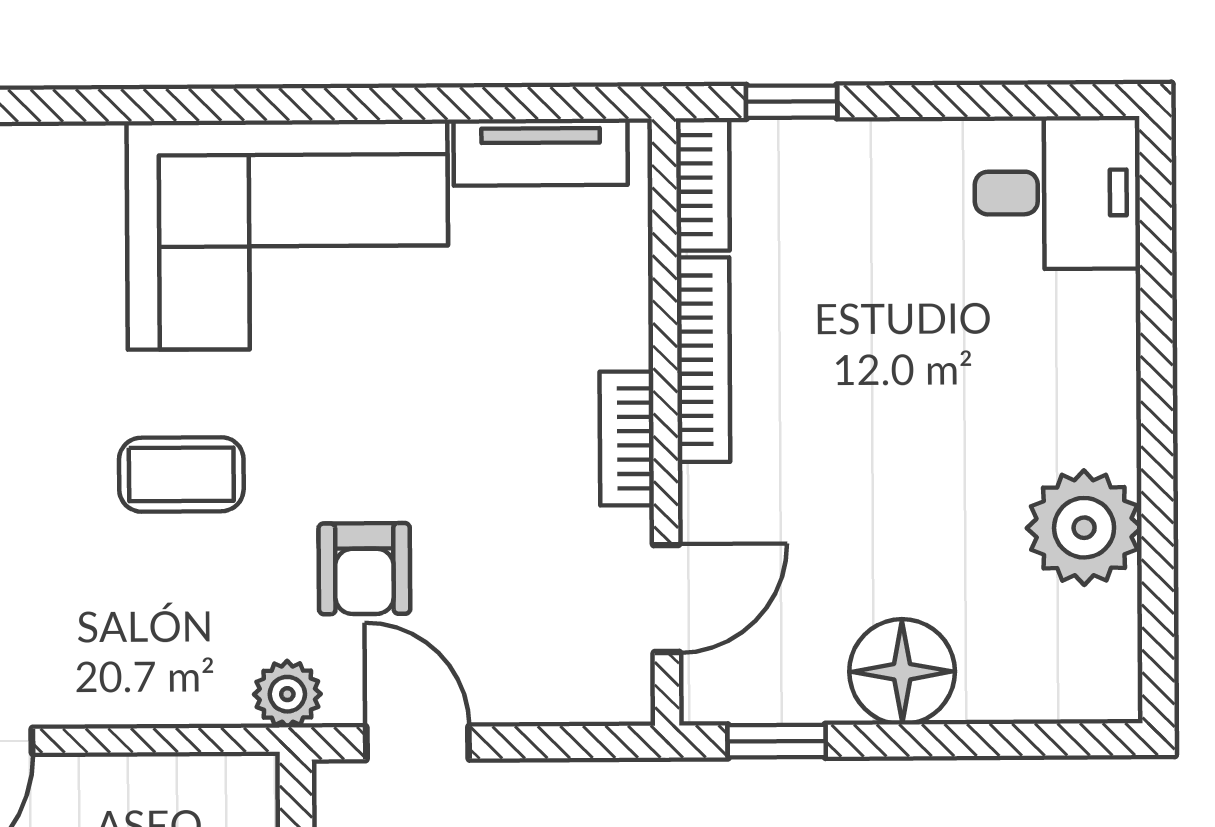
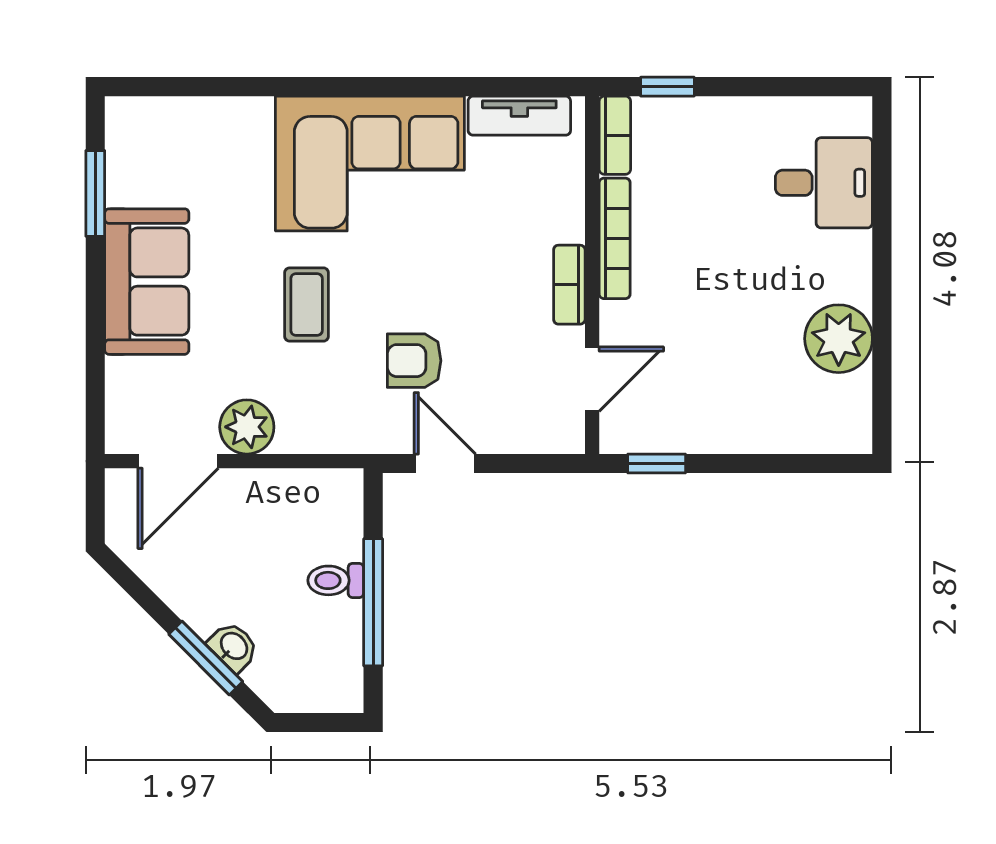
desk: (1057, 193) -> (824, 183), moved
coffee table: (181, 474) -> (307, 305), turned 90
armchair: (364, 569) -> (414, 361), turned 90
floor lamp: (902, 672) -> (731, 423), removed
plant: (287, 694) -> (247, 427), moved, width x1.38, depth x1.38

